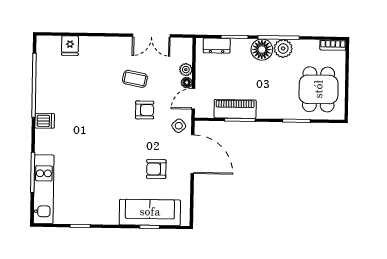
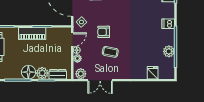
double door: (151, 36) -> (100, 80), swing flipped
plant: (181, 46) -> (81, 74), added
plant: (283, 48) -> (42, 73), moved
plant: (44, 78) -> (169, 51), added
piano: (235, 109) -> (32, 33), moved

